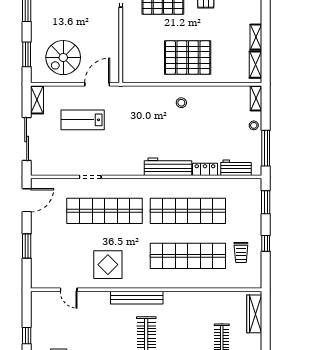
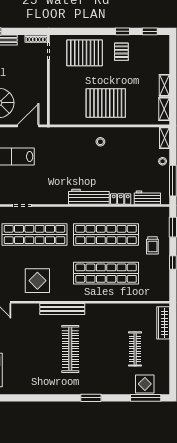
trolley: (241, 252) -> (152, 245), moved

